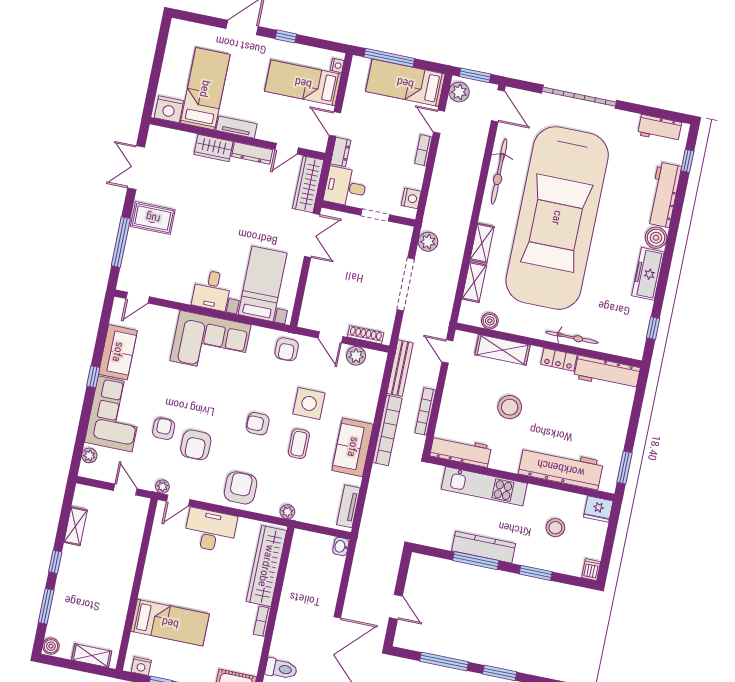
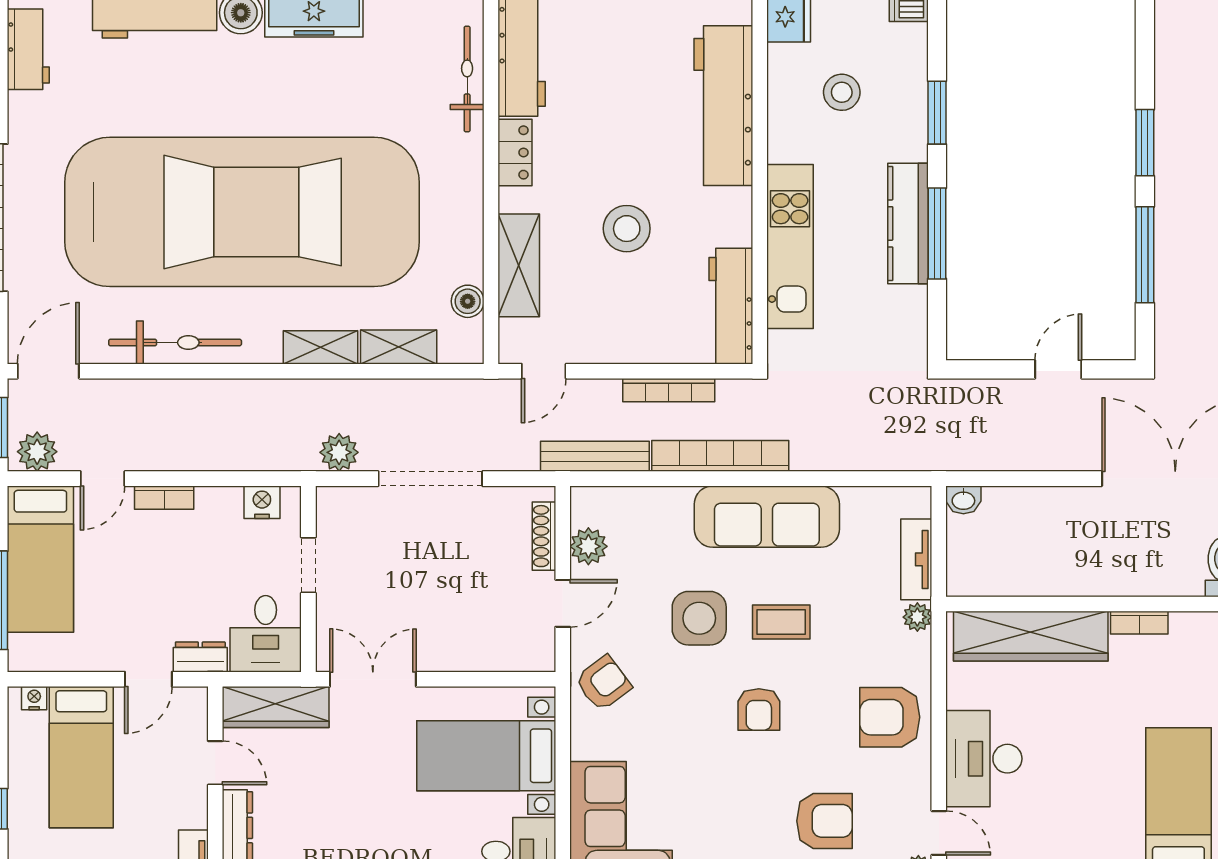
bicycle: (572, 337) -> (467, 79), moved
armchair: (287, 349) -> (603, 683), turned -37
sofa: (353, 447) -> (767, 517), width x1.36
tv unit: (348, 506) -> (916, 559), moved, turned 90

